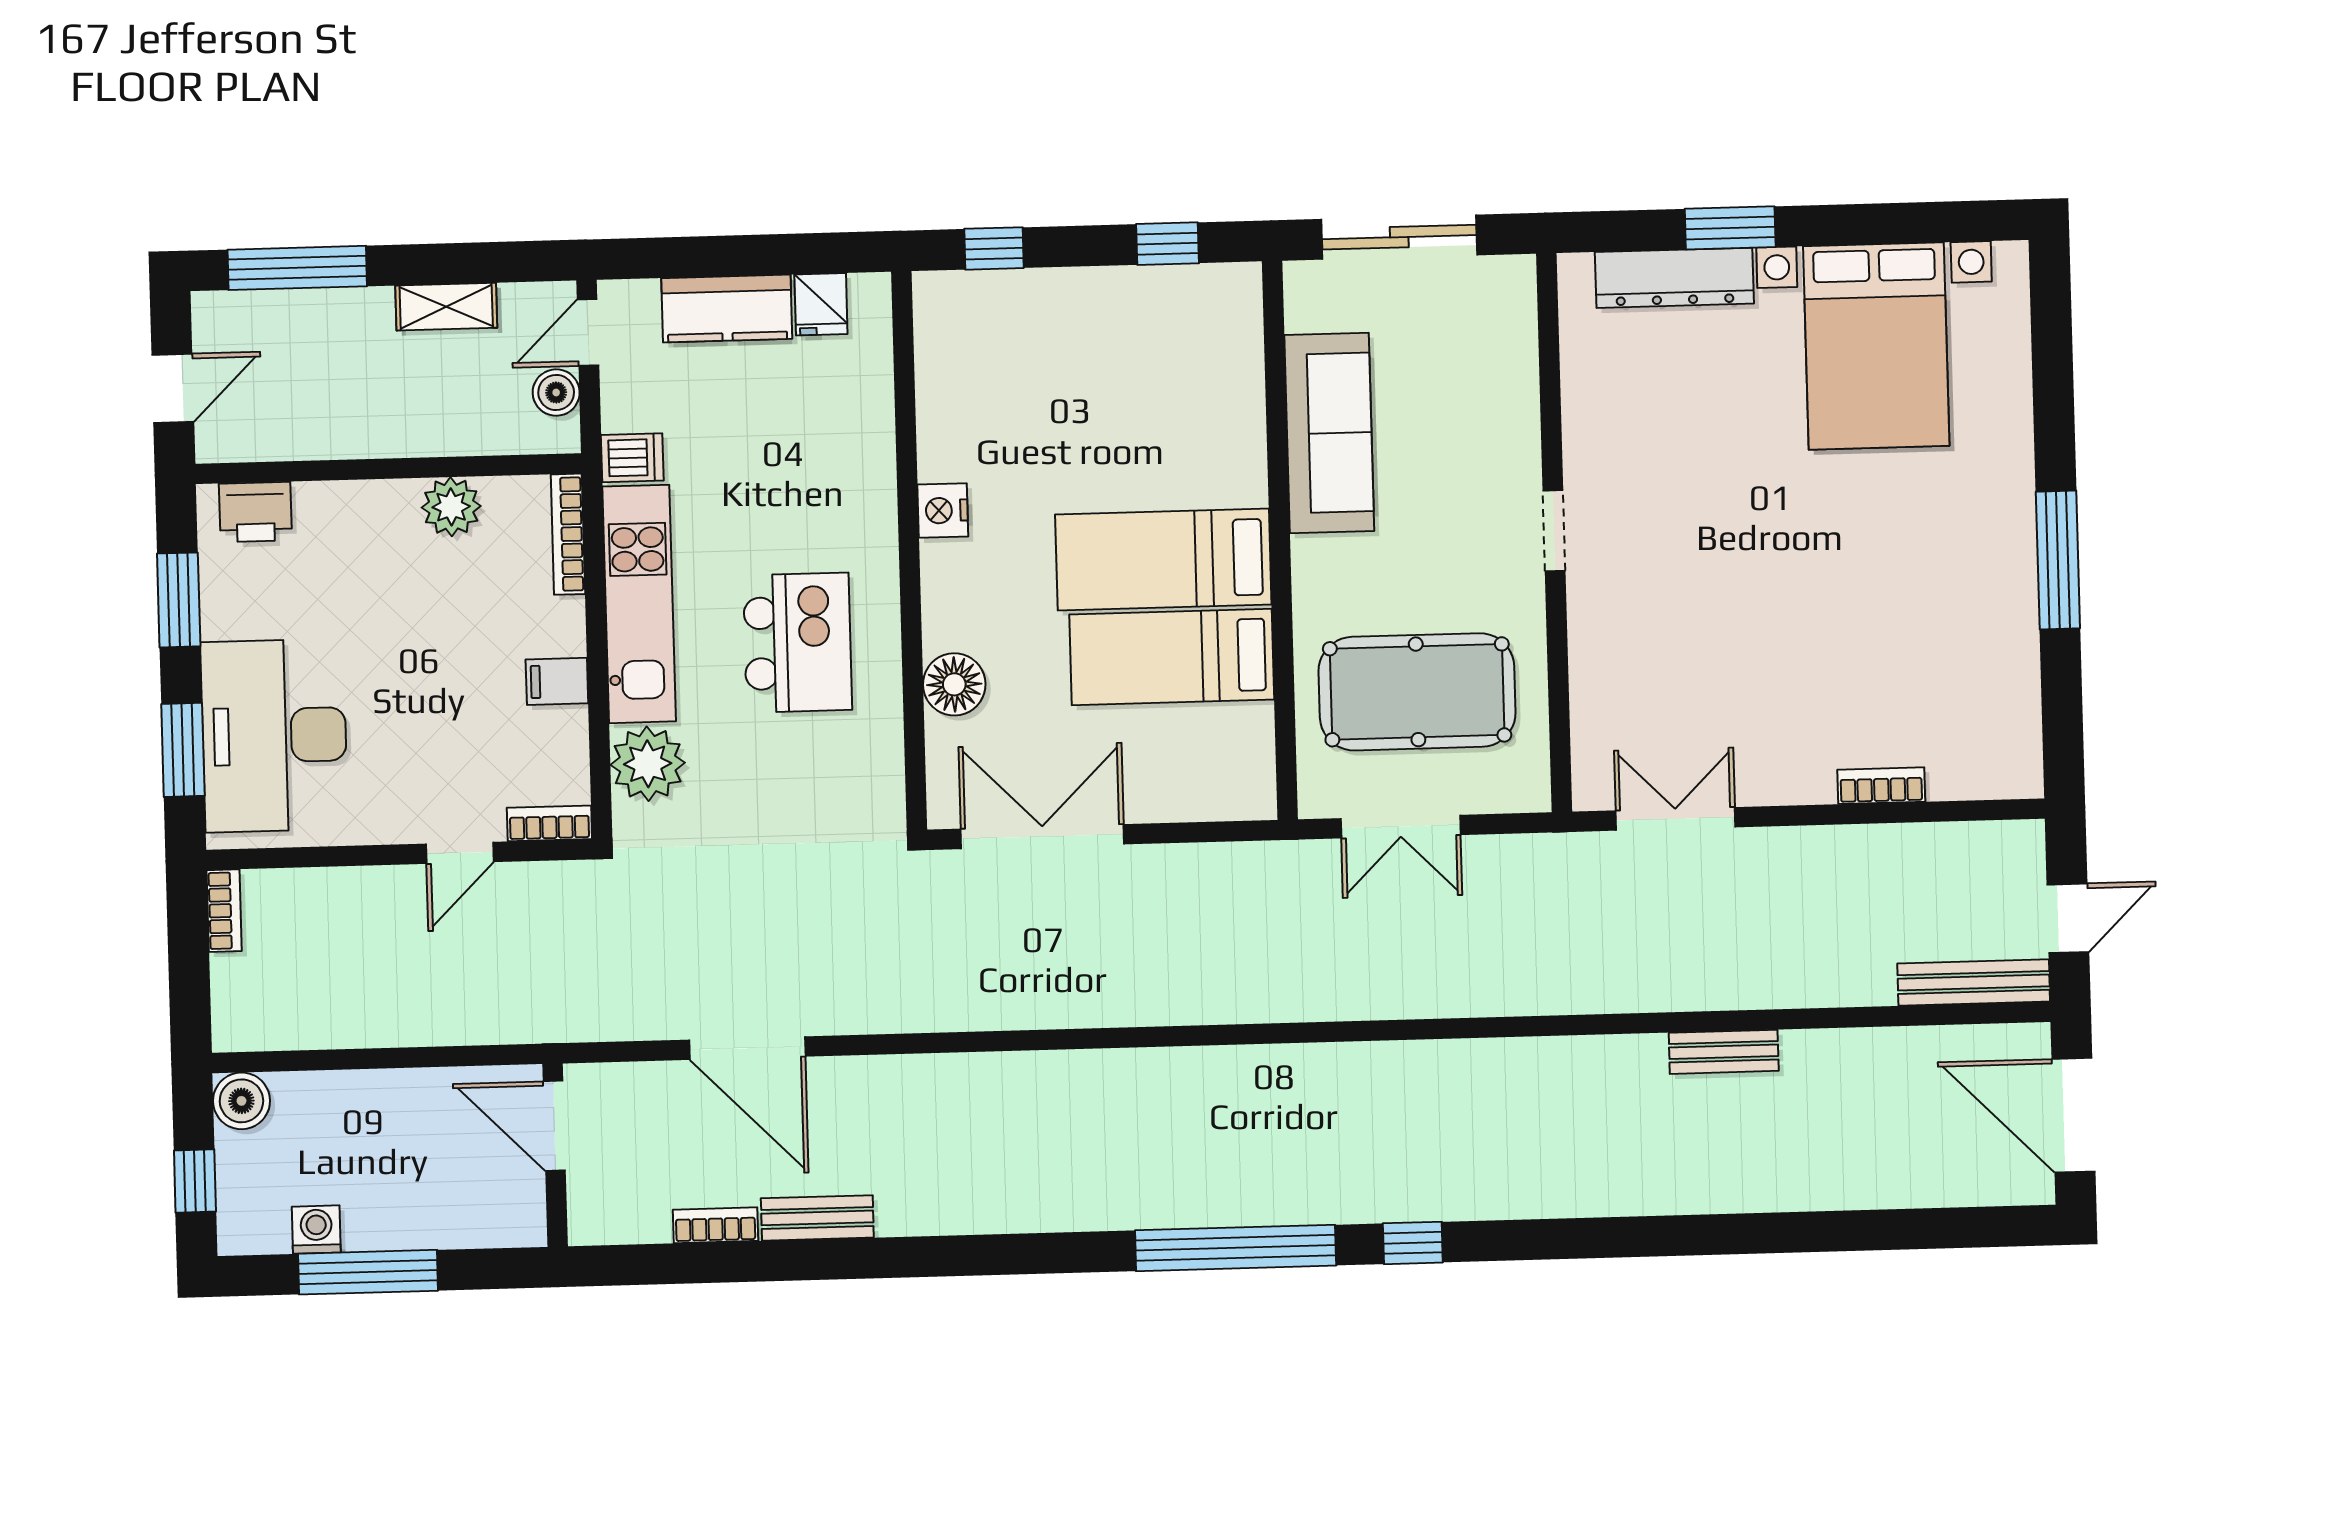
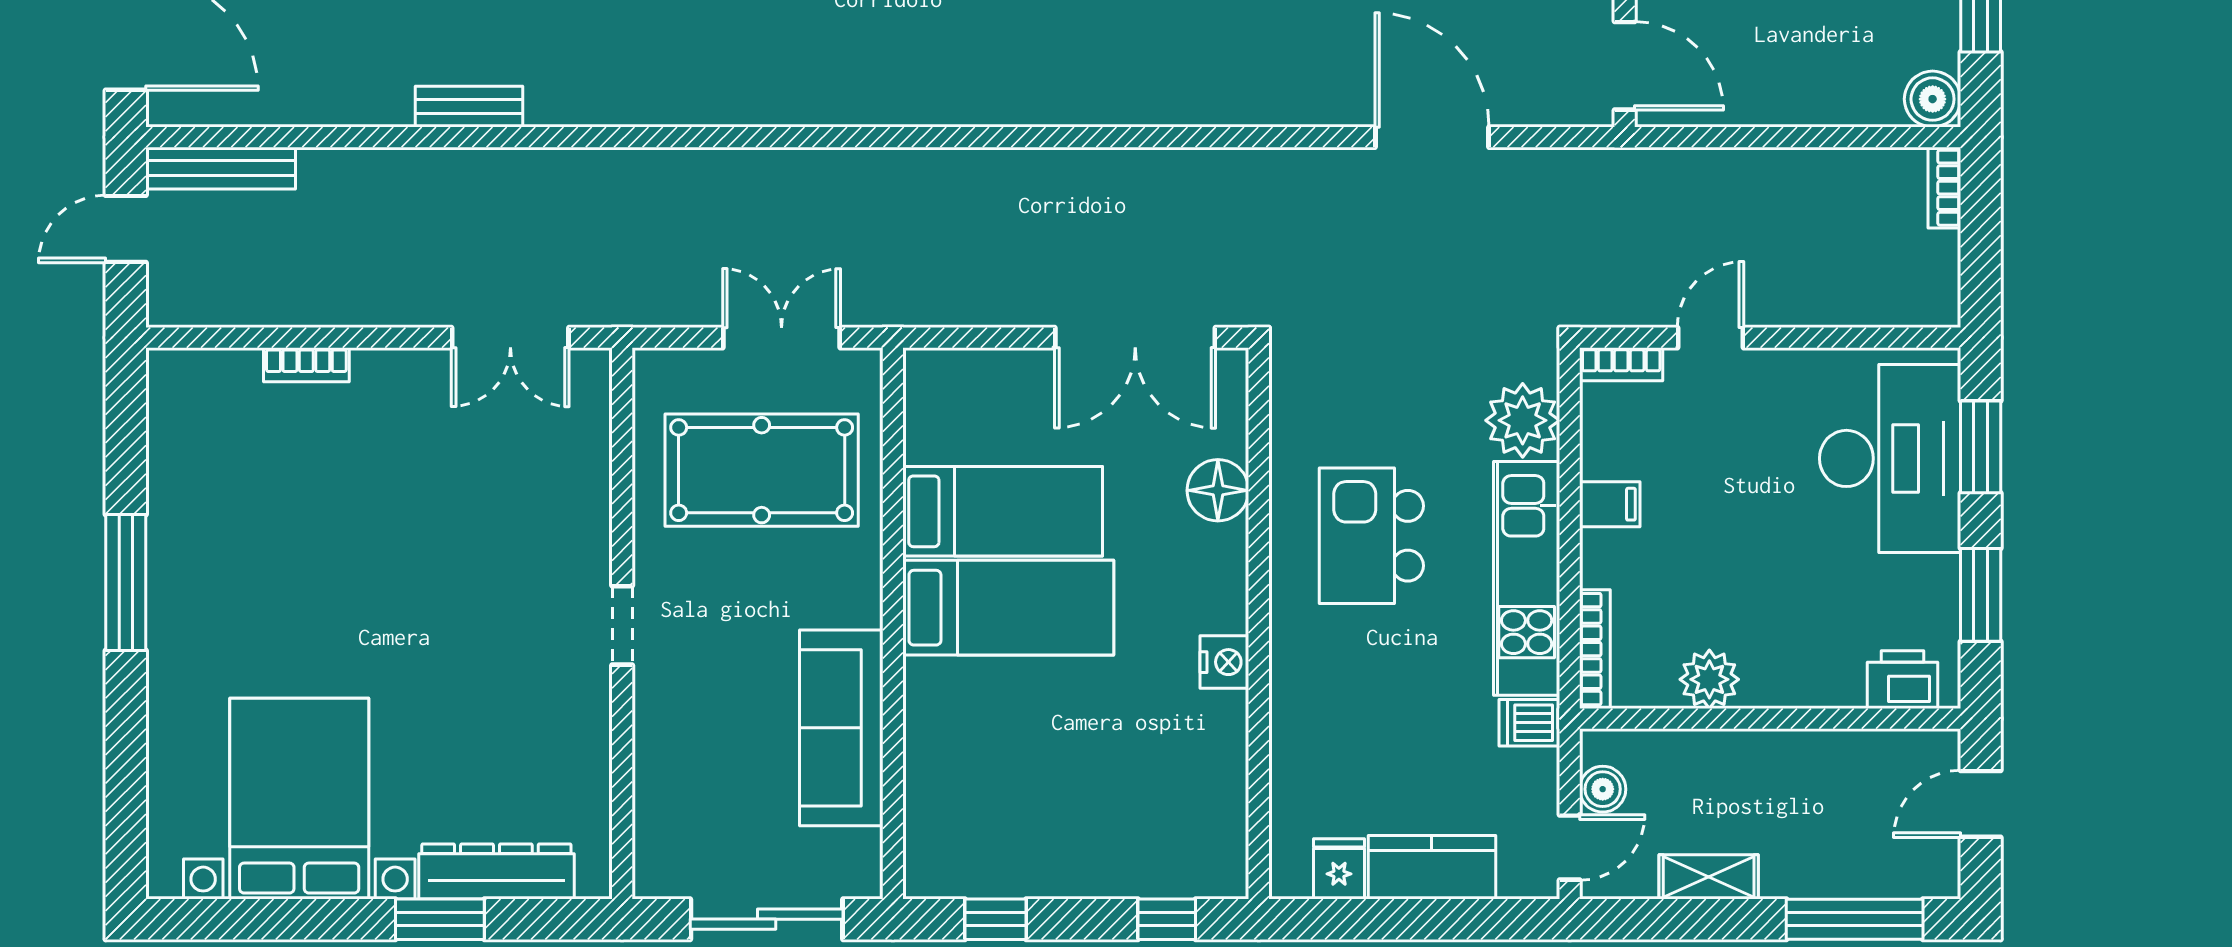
bookcase: (224, 911) -> (1944, 188), moved

